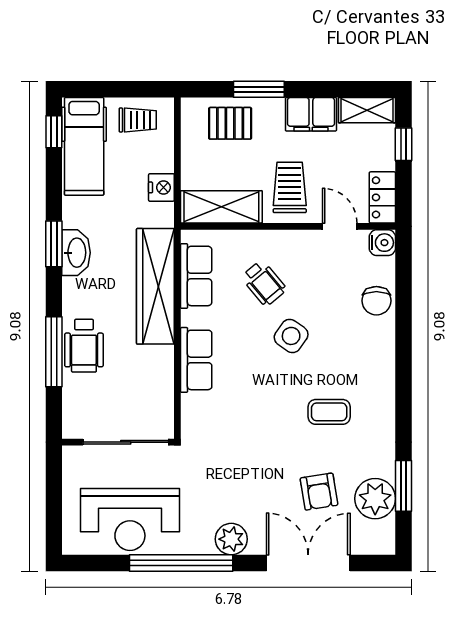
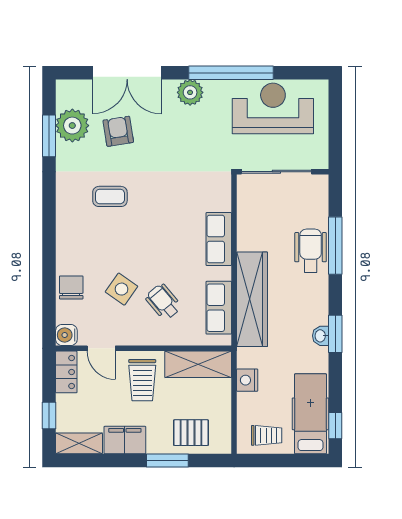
trolley: (138, 120) -> (267, 435), turned 180
washbasin: (76, 253) -> (321, 336), width x0.52, depth x0.69
side table: (291, 336) -> (121, 289), moved

